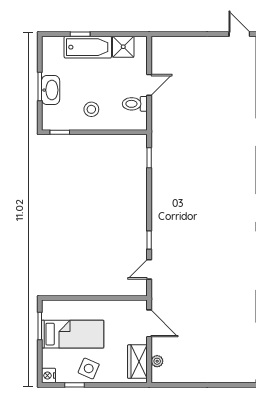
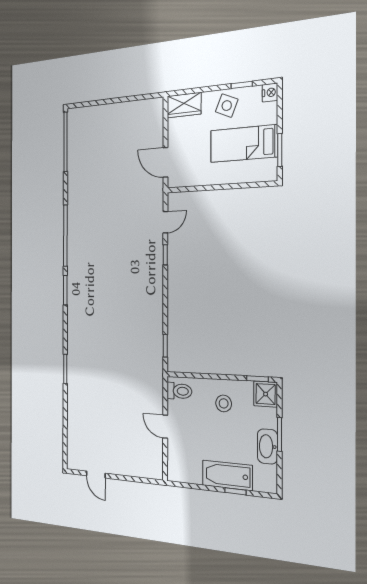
door: (239, 34) -> (96, 475), moved
shower: (123, 47) -> (266, 394), moved
door: (149, 85) -> (165, 427), hinge flipped
washbasin: (51, 90) -> (267, 446), moved
toilet: (135, 104) -> (179, 391), moved
plant: (157, 361) -> (158, 121), removed
wardrobe: (137, 362) -> (184, 105), moved, turned 90

